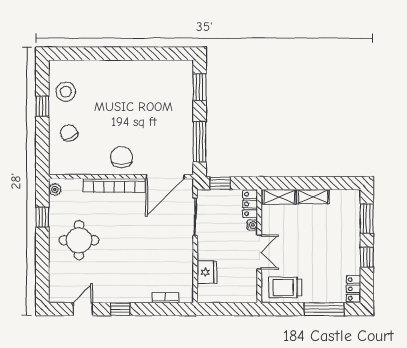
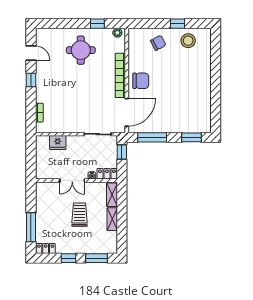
door: (165, 177) -> (127, 112), swing flipped
trolley: (285, 288) -> (79, 215), moved

